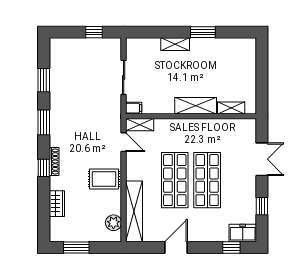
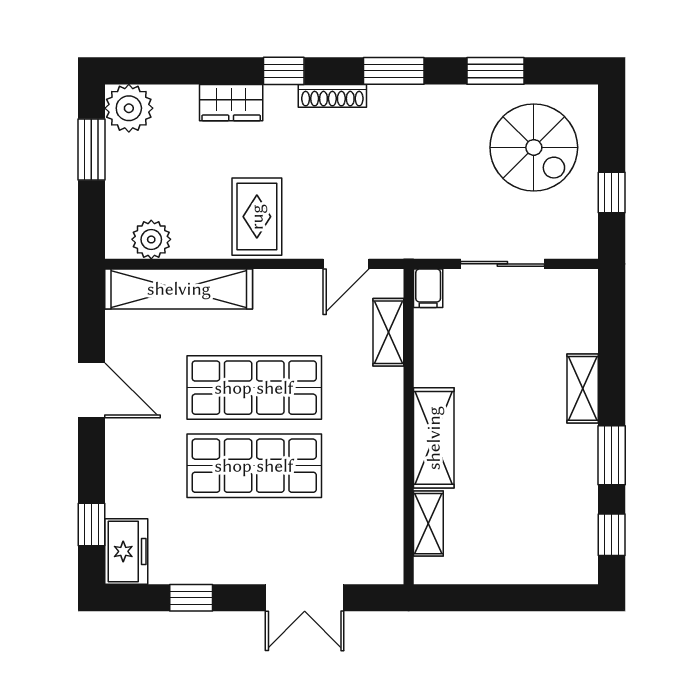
window: (236, 32) -> (612, 535), added
spiral stairs: (75, 64) -> (534, 147), added
shelving: (140, 125) -> (388, 332), moved
shoe rack: (54, 162) -> (332, 96), moved
wardrobe: (57, 204) -> (231, 103), moved
plant: (59, 232) -> (129, 108), added

